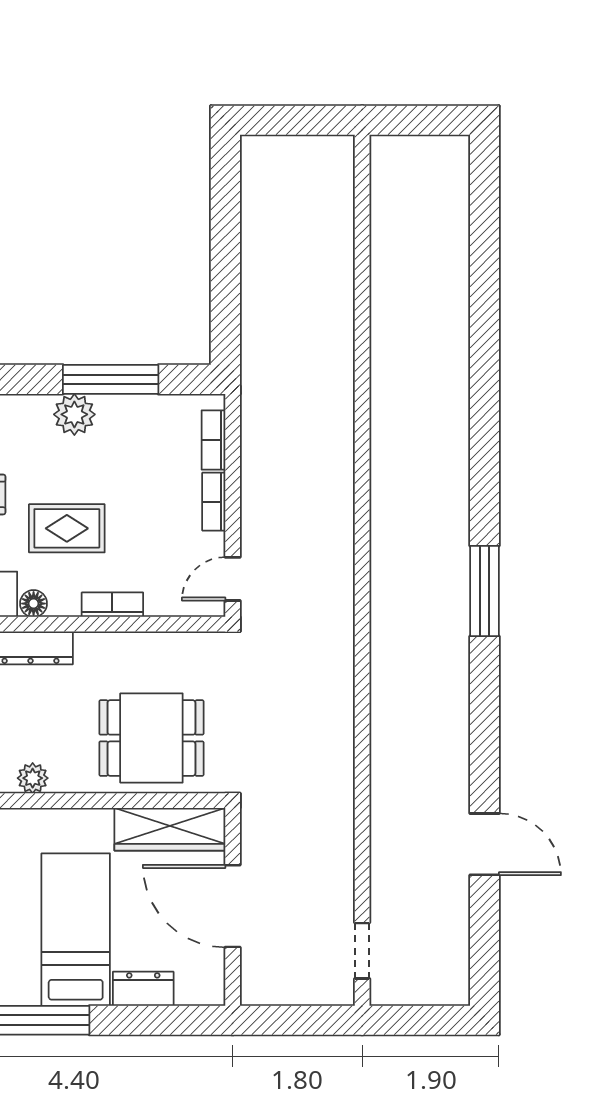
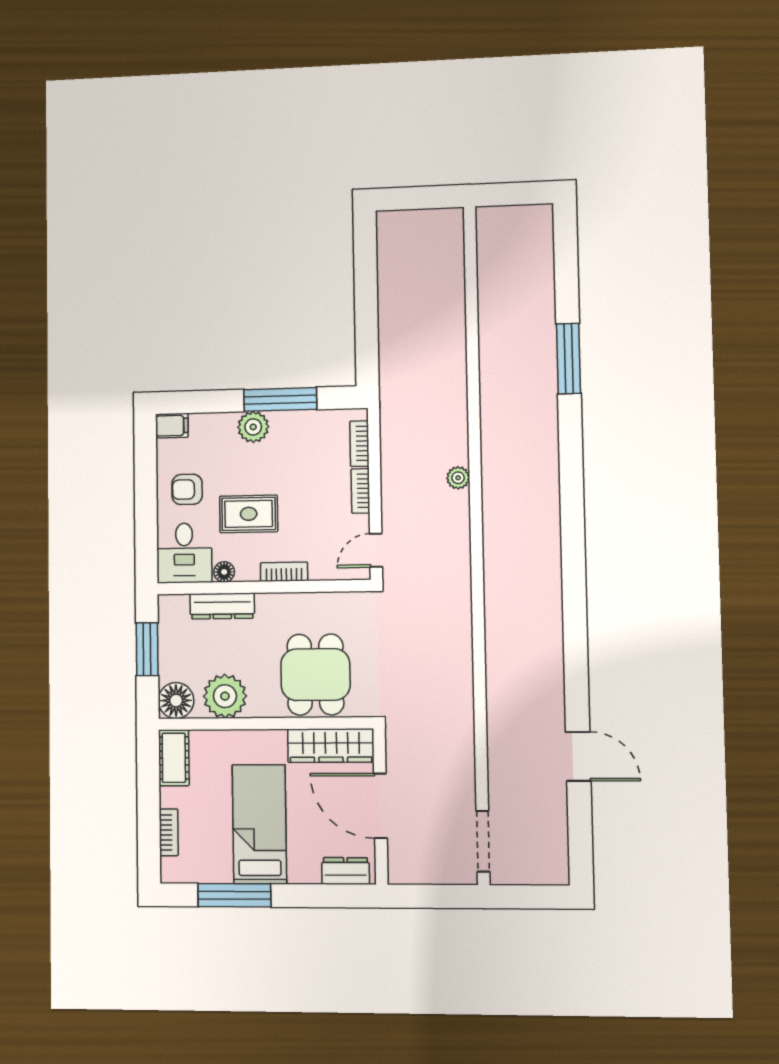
plant: (340, 487) -> (458, 478), added
window: (485, 591) -> (568, 359), moved
dining table: (151, 738) -> (315, 675), turned 90
plant: (33, 778) -> (225, 696), width x1.88, depth x1.88
doorway: (362, 951) -> (483, 841), width x1.38
dresser: (143, 989) -> (346, 871), moved

